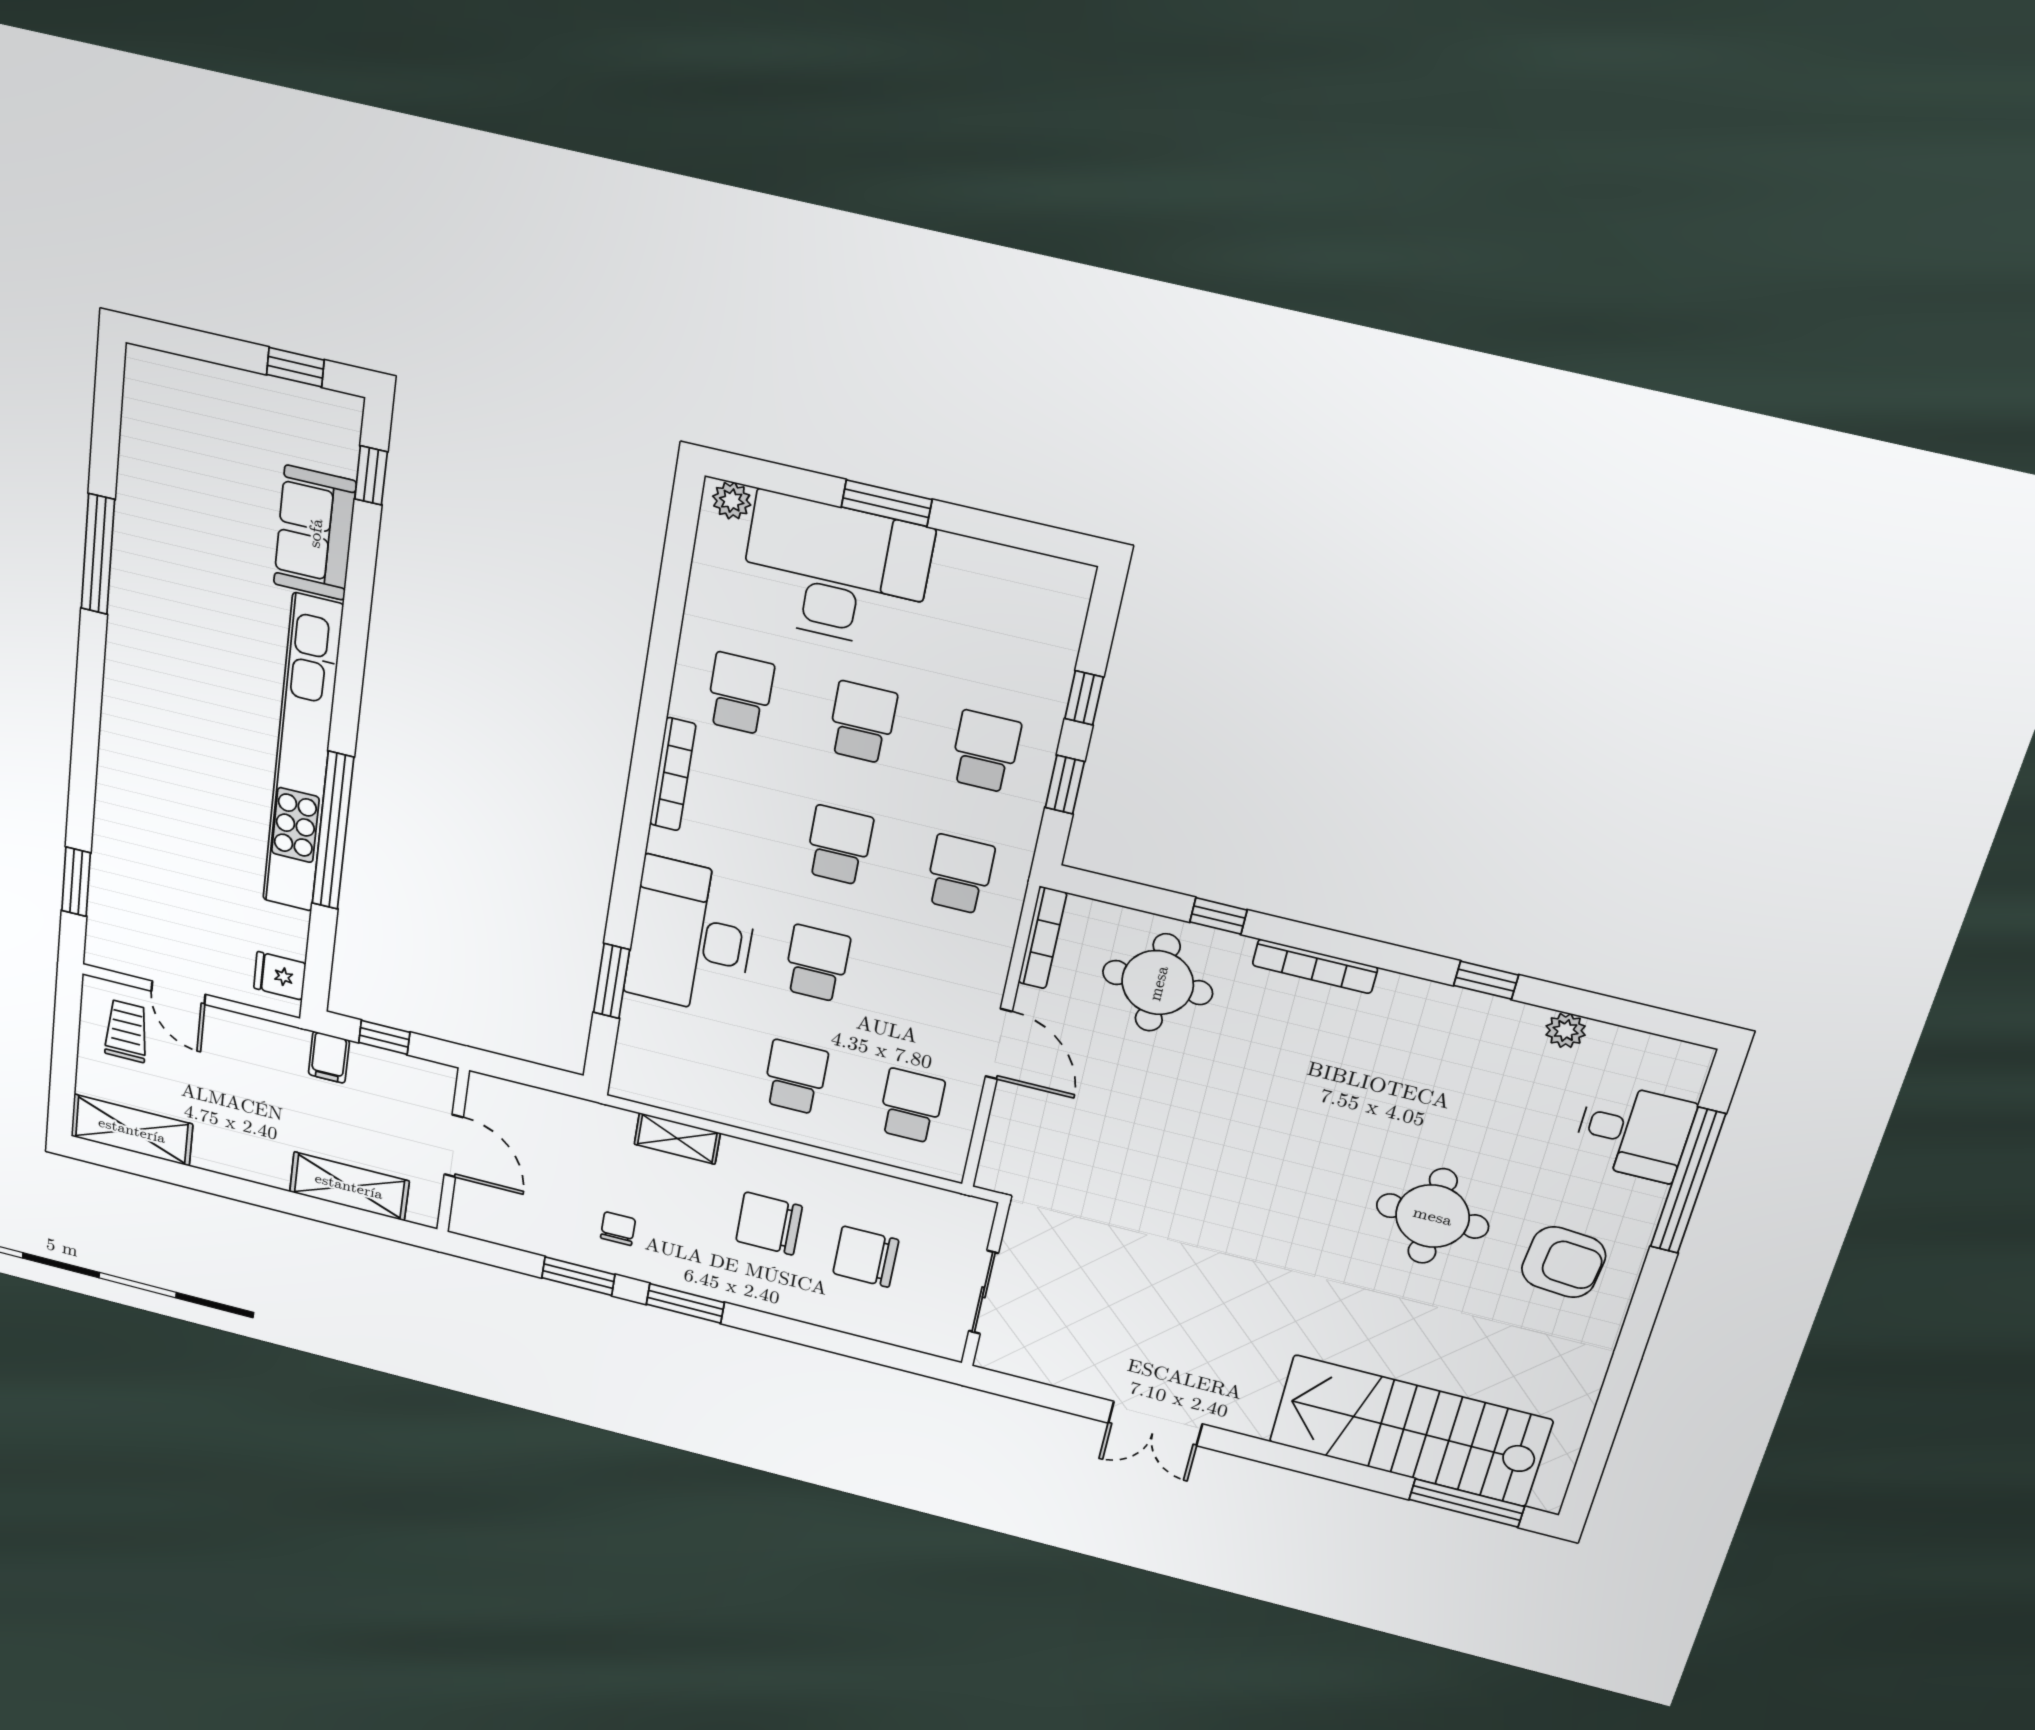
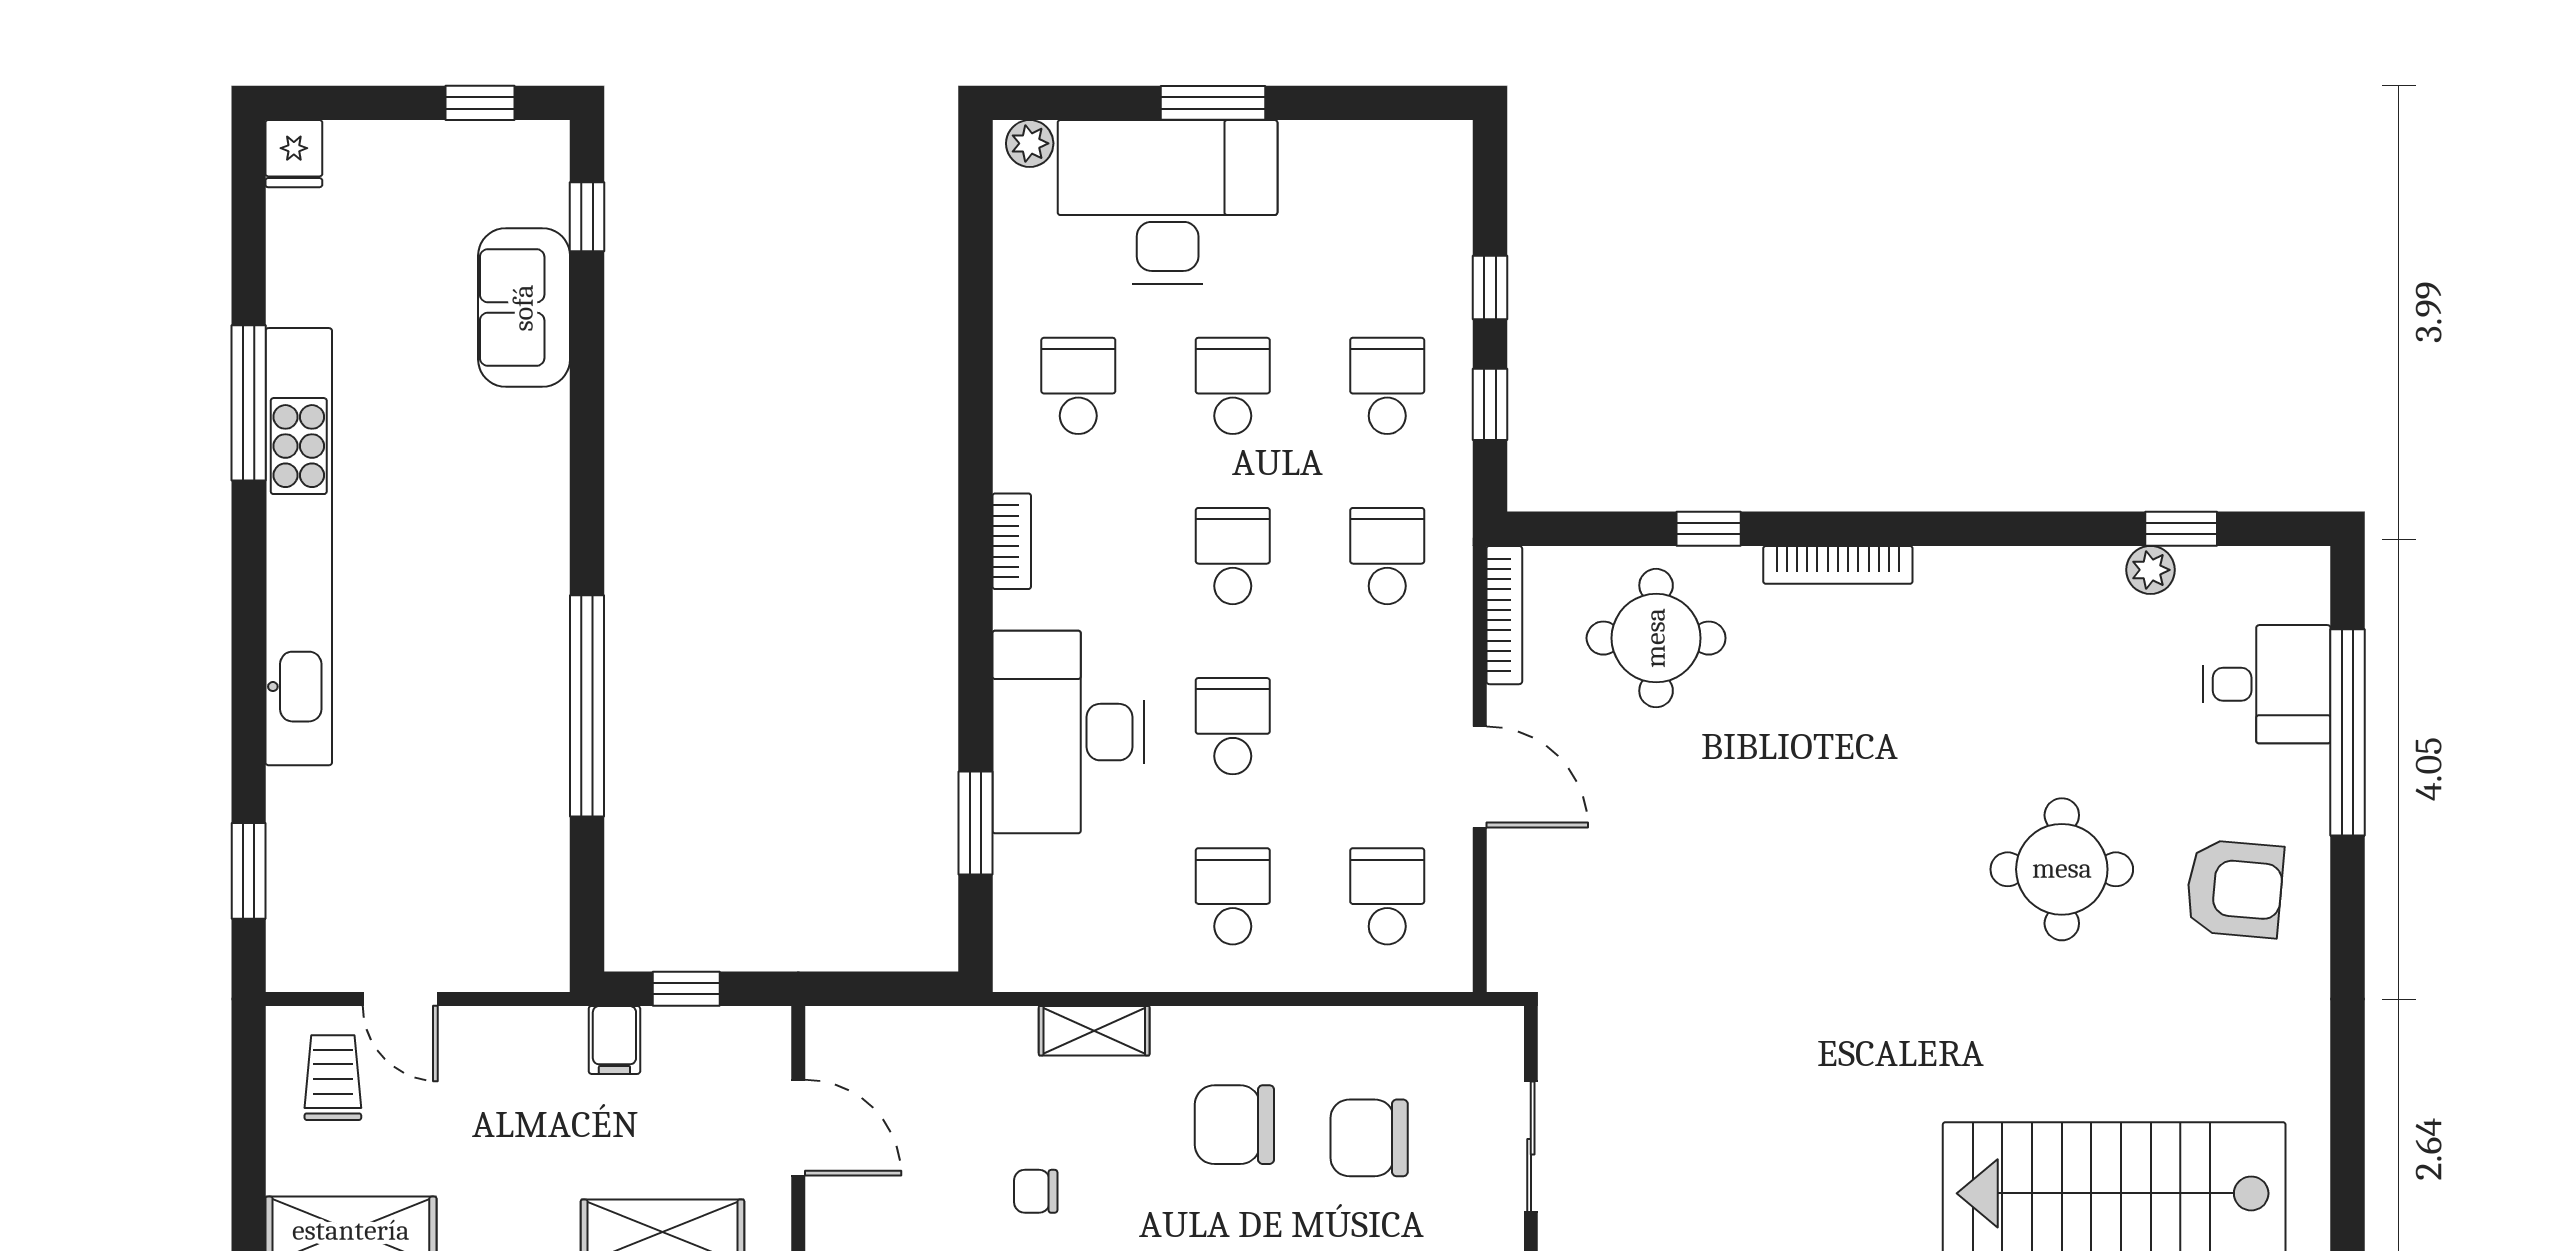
kitchen unit: (302, 755) -> (299, 547), moved, turned 180
bookcase: (673, 774) -> (1012, 541), width x0.64
fridge: (280, 976) -> (294, 154), moved, turned -90
window: (1486, 980) -> (2181, 529), moved
chair: (618, 1229) -> (1036, 1191), turned -90

